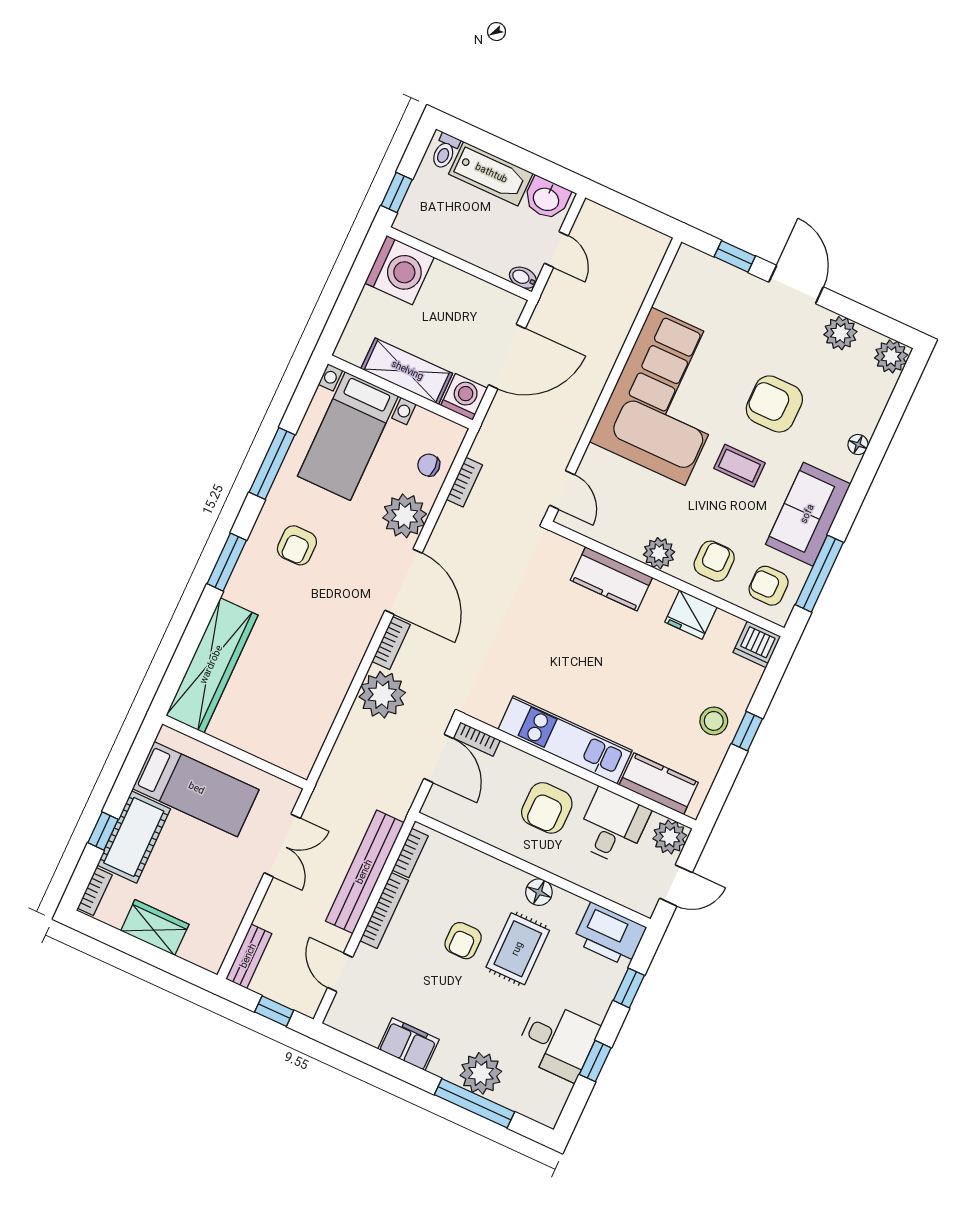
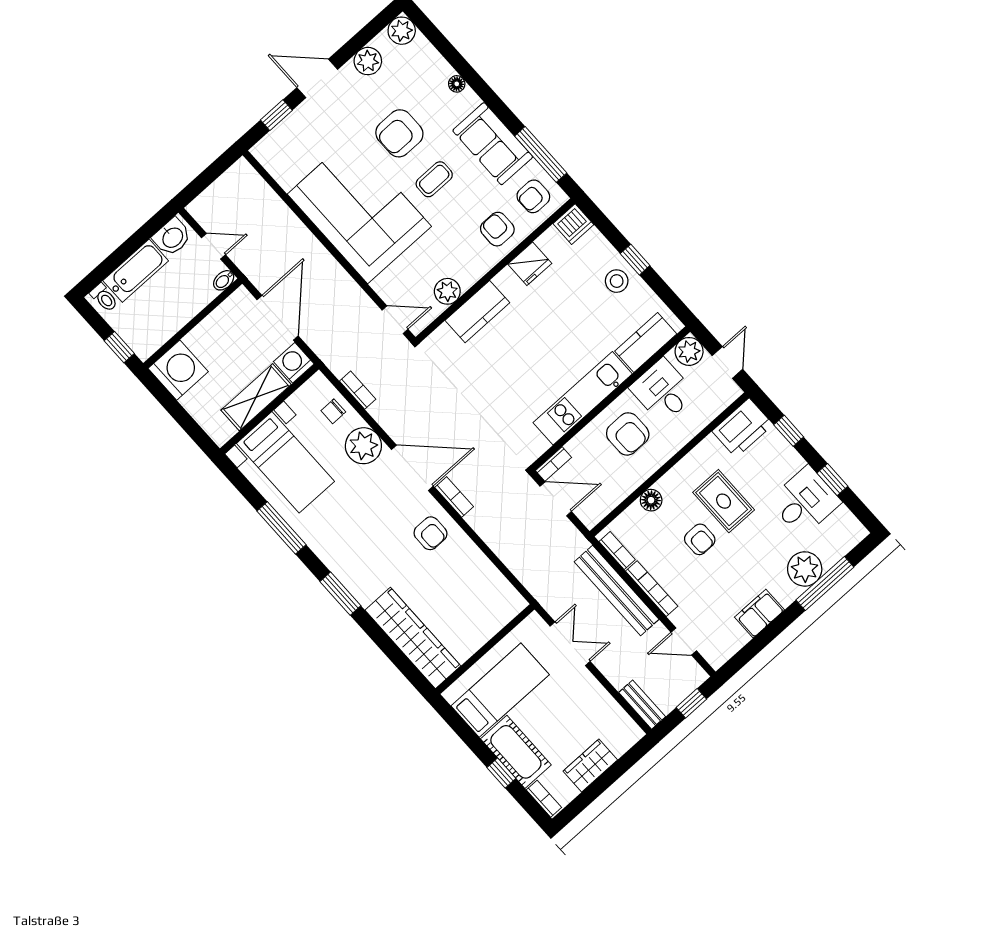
armchair: (297, 545) -> (430, 533), moved
plant: (659, 553) -> (447, 291), moved
plant: (382, 695) -> (490, 520), removed
floor lamp: (539, 892) -> (651, 500), moved

